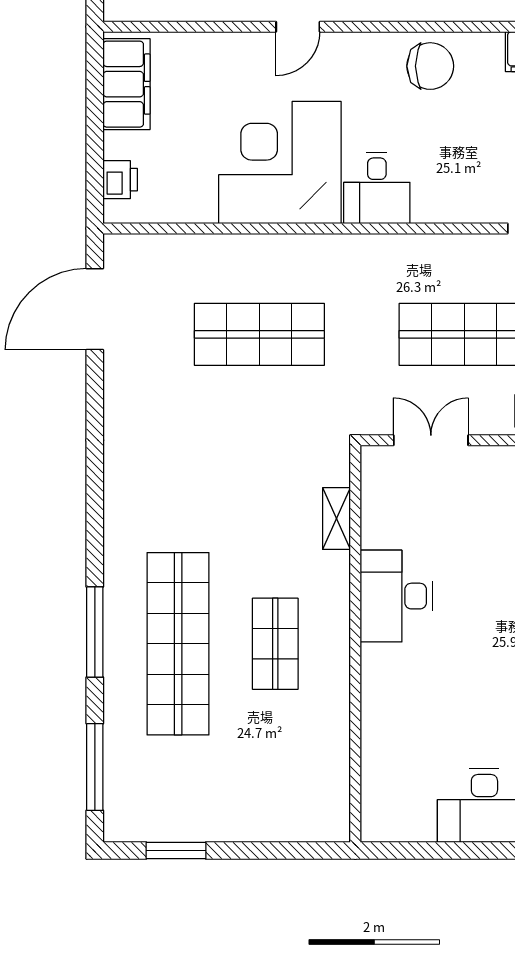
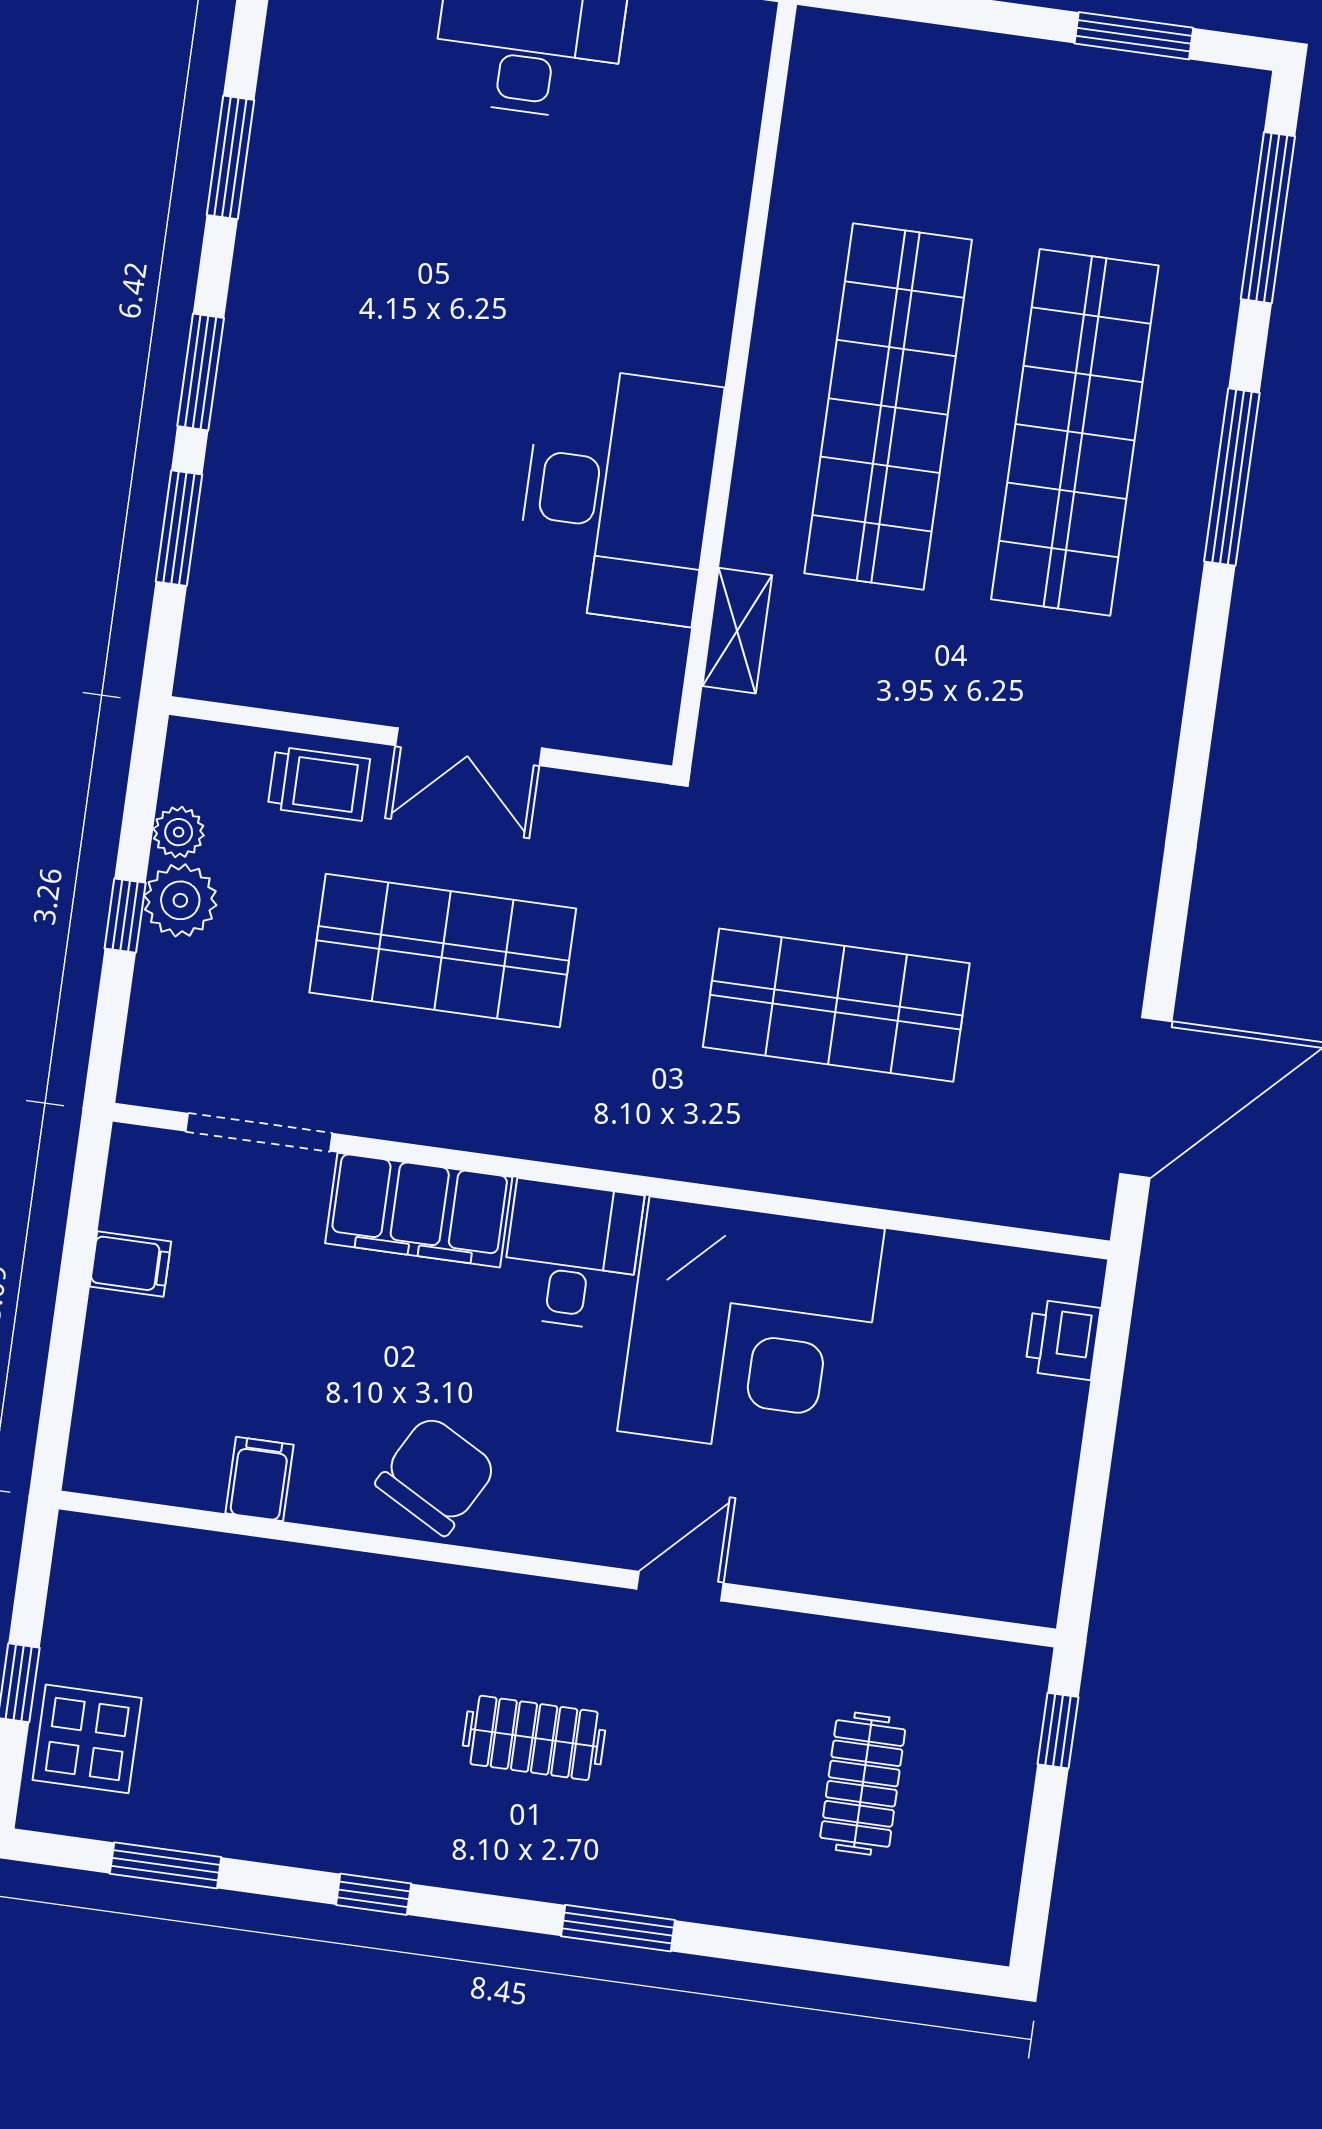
chair: (430, 66) -> (436, 1475), turned 119
filing cabinet: (126, 84) -> (419, 1210), moved, turned -90
double door: (431, 440) -> (469, 747), moved
desk: (396, 596) -> (618, 495), width x1.36, depth x1.30
shop shelf: (275, 644) -> (888, 407), width x2.00, depth x1.36

